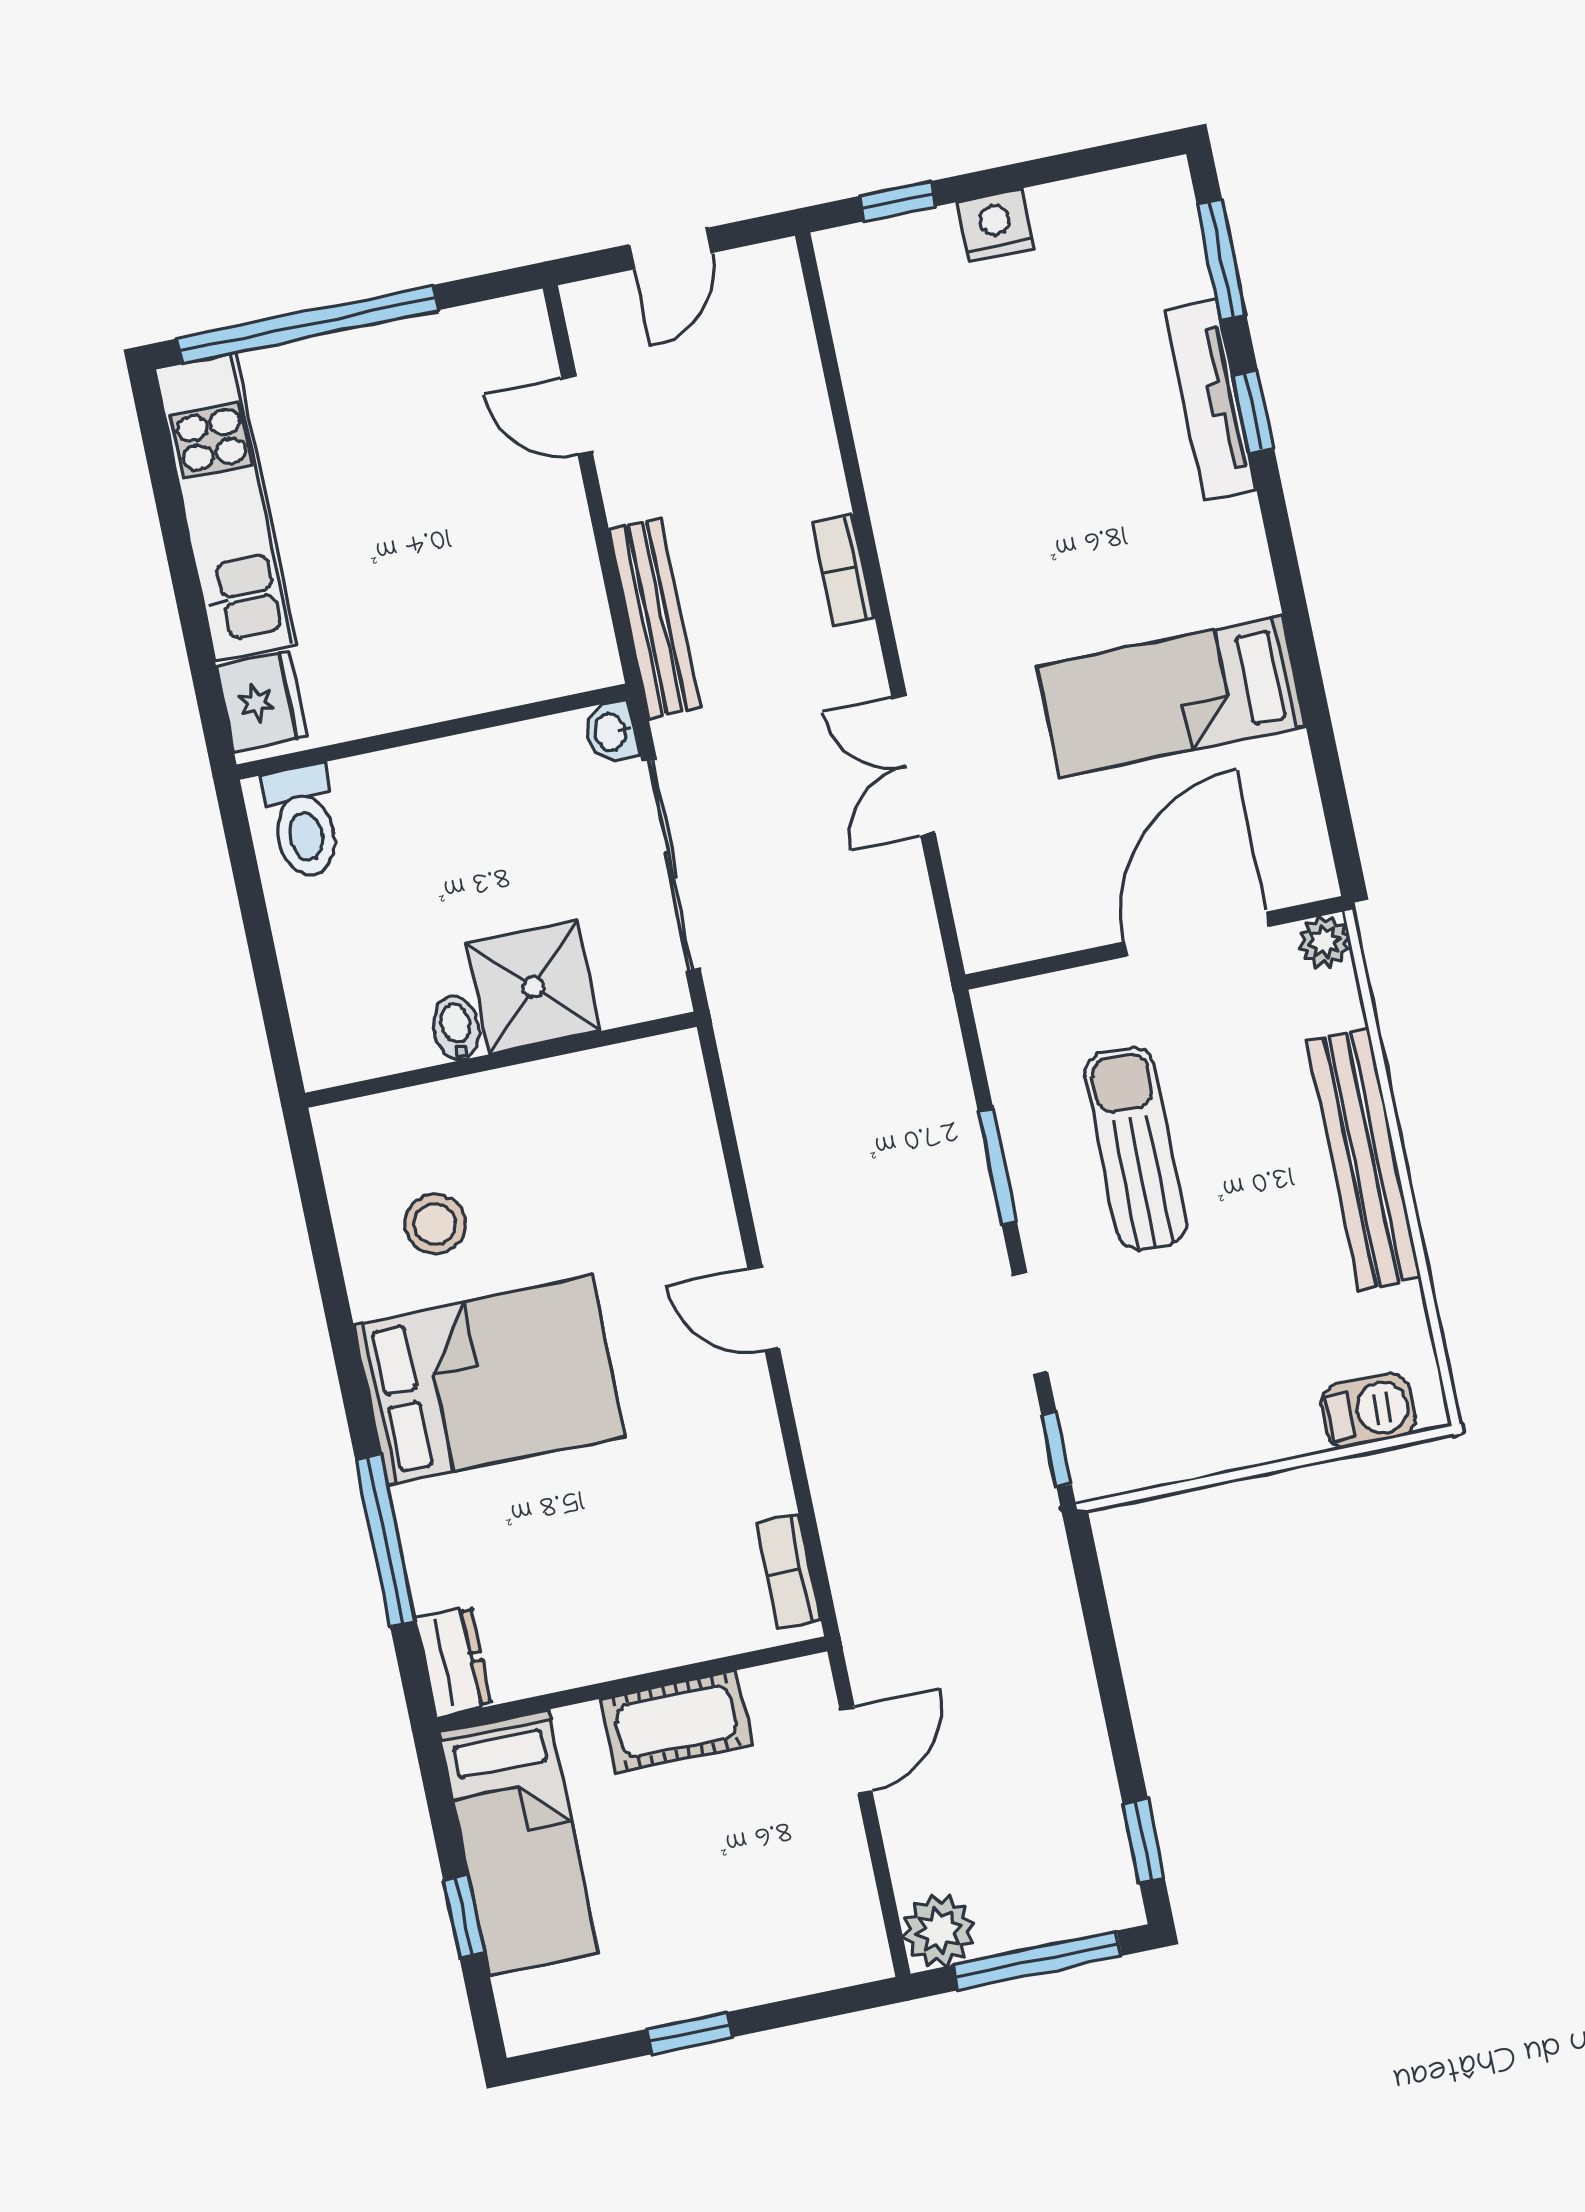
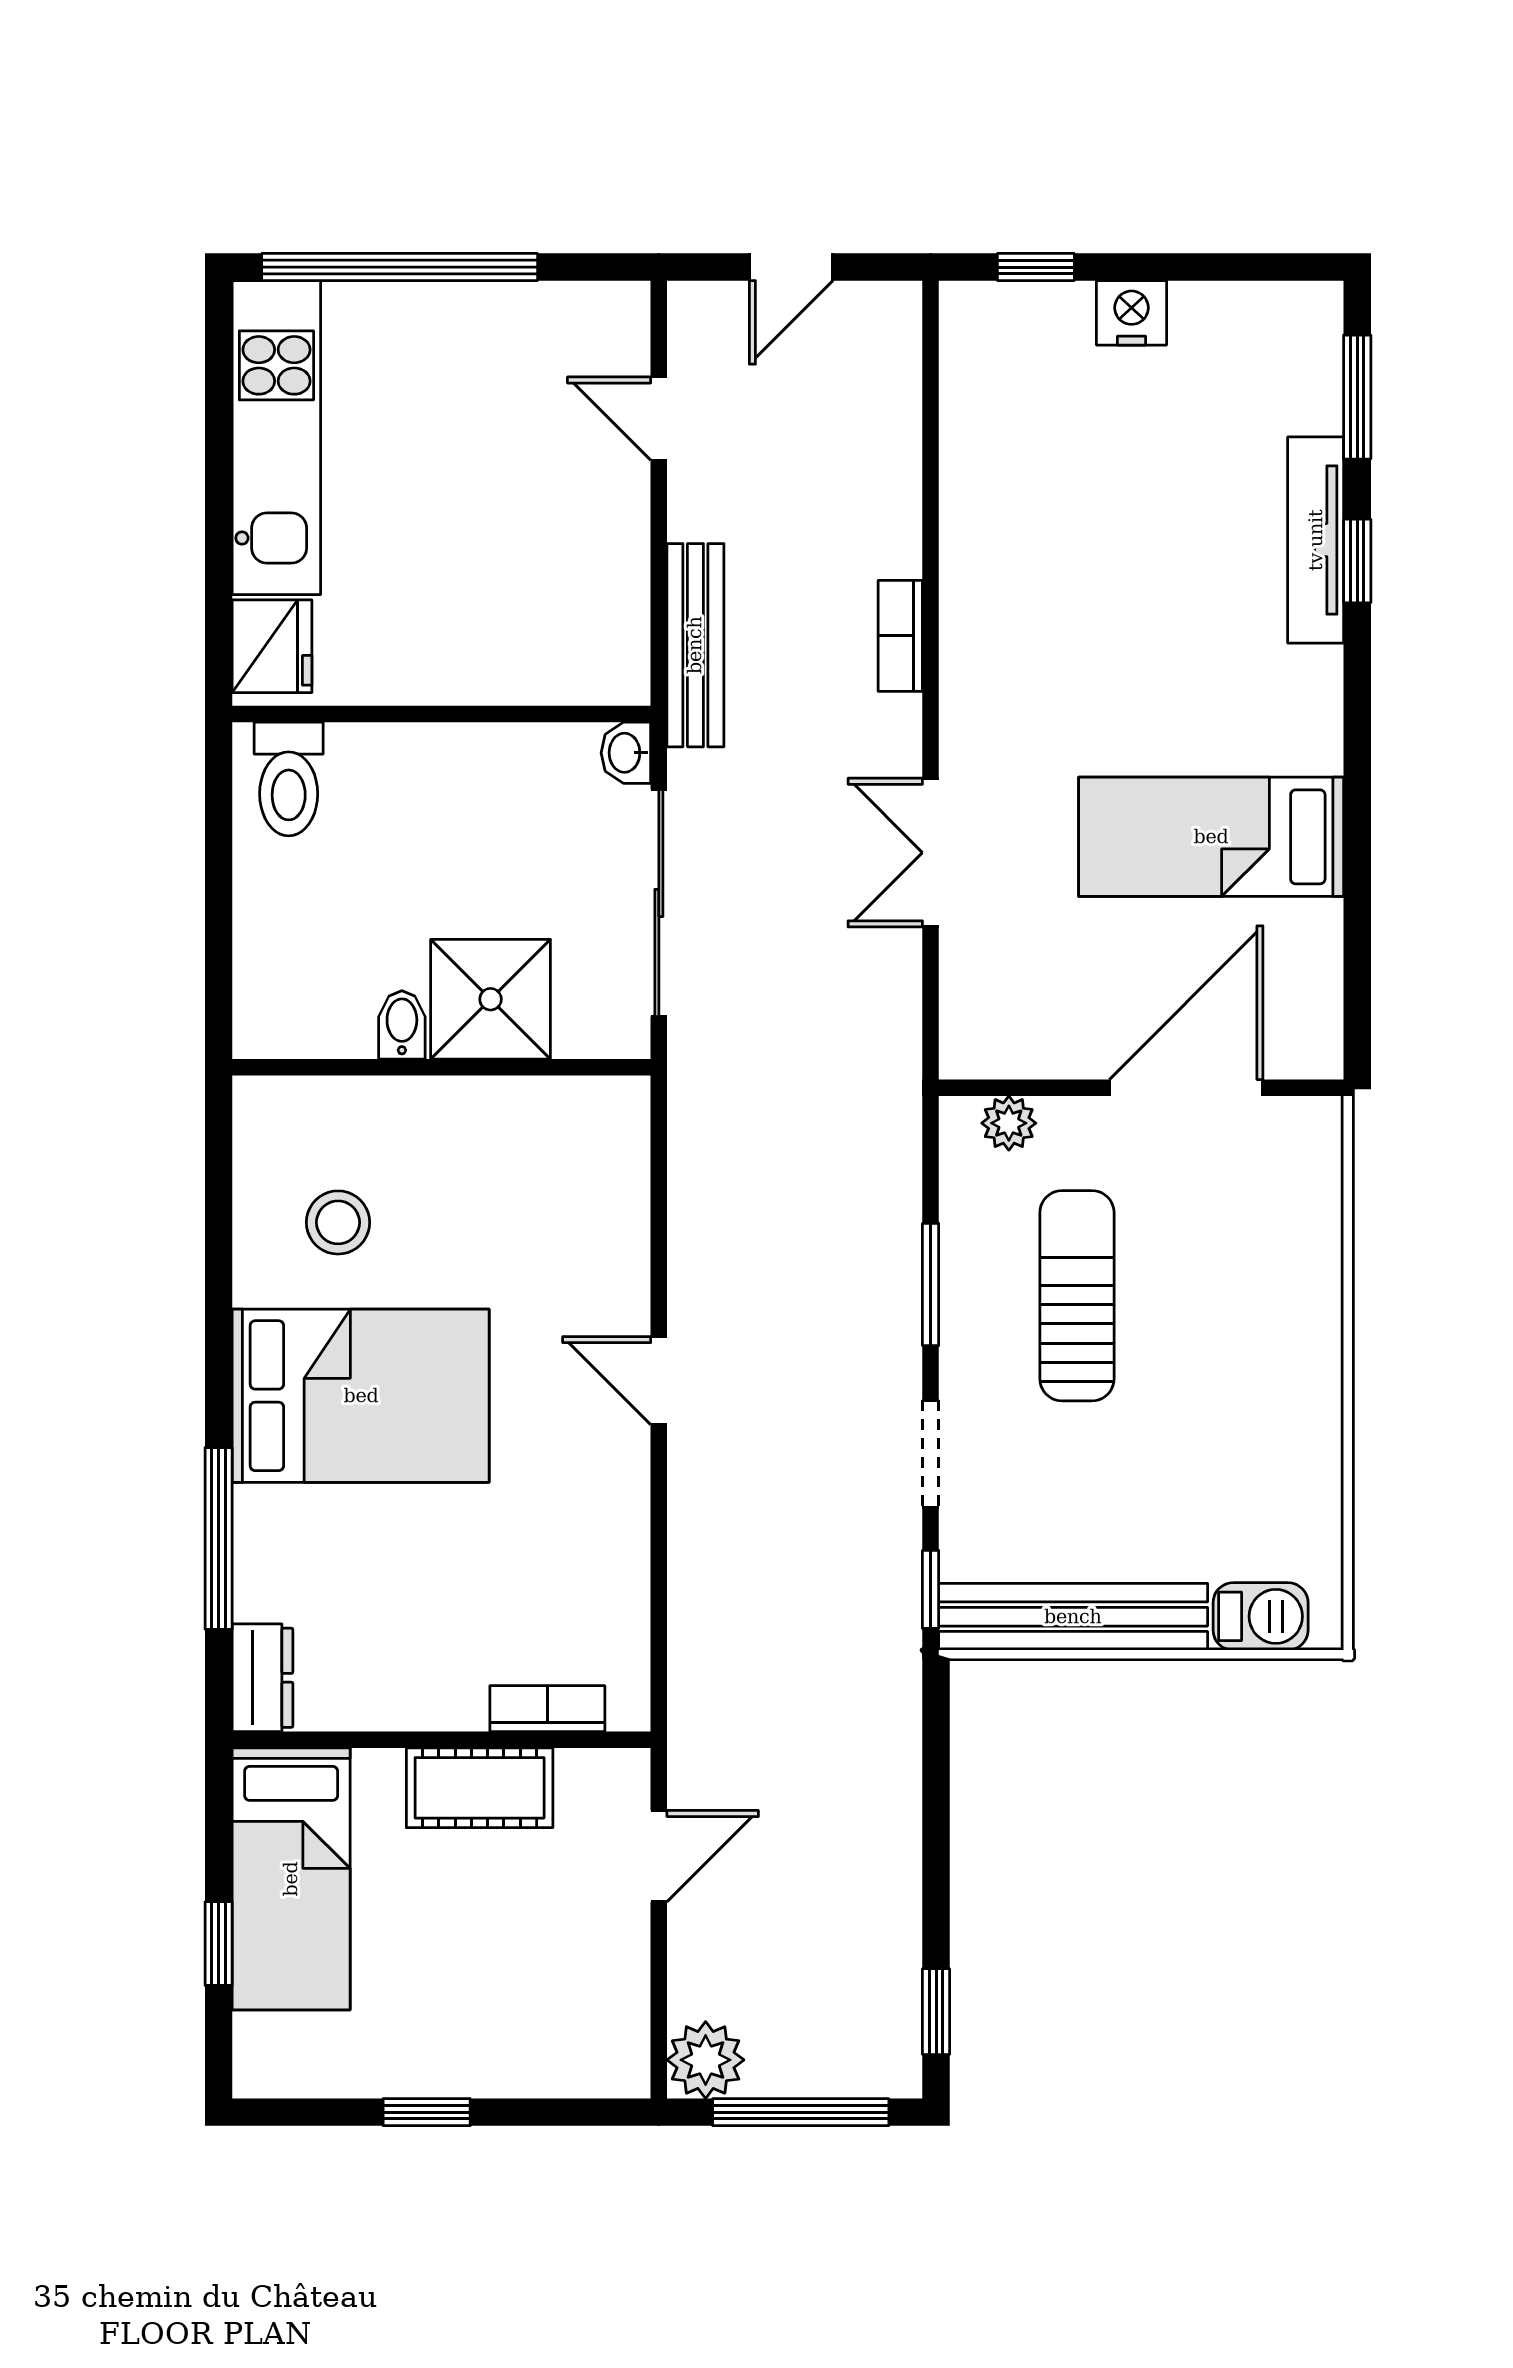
plant: (1324, 942) -> (1009, 1123), moved
bench: (1364, 1159) -> (1073, 1617), moved, turned 90
bookcase: (788, 1572) -> (547, 1709), moved, turned 90

